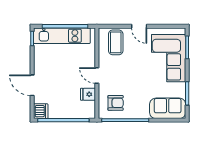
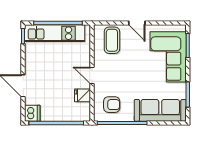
sofa: (168, 108) -> (160, 110), width x1.36

